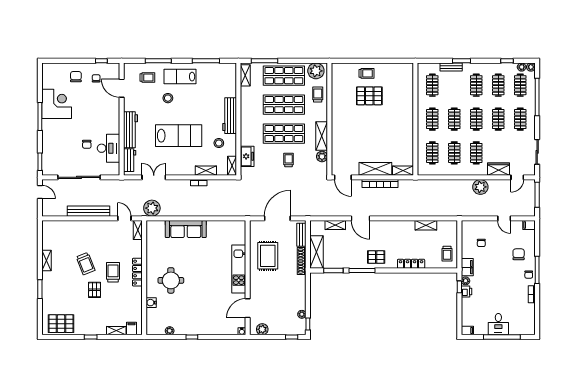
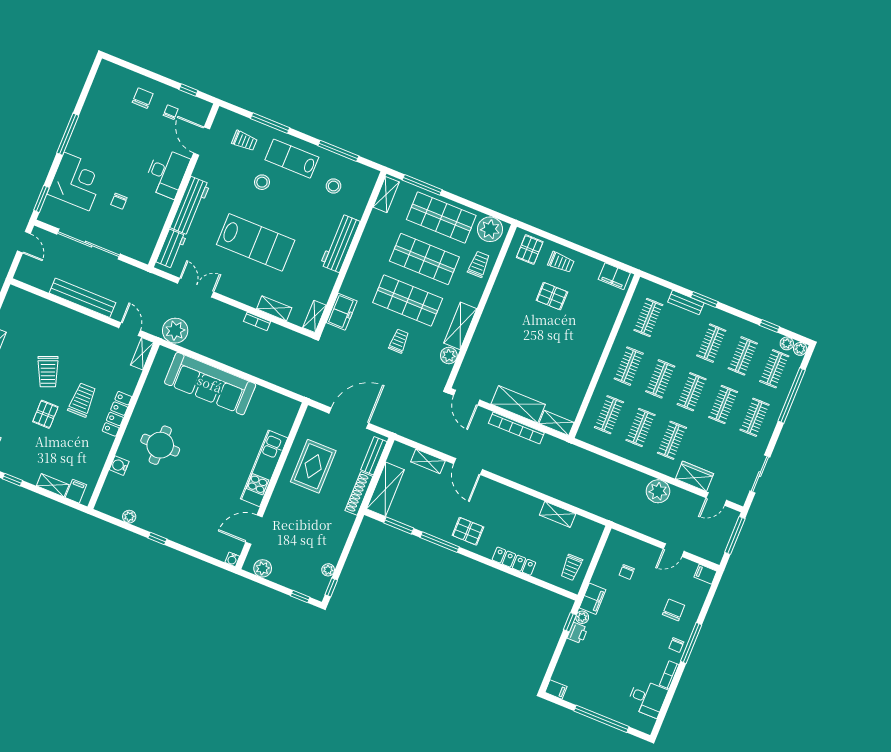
filing cabinet: (402, 69) -> (614, 276), added
pallet: (345, 73) -> (530, 250), added
pallet: (369, 96) -> (552, 296), width x0.67, depth x0.71
corner desk: (57, 104) -> (77, 181), moved
stool: (219, 143) -> (333, 186), moved
desk: (108, 148) -> (167, 173), moved
door: (504, 218) -> (674, 550), hinge flipped
sofa: (186, 229) -> (210, 384), width x1.36, depth x1.27
desk: (498, 324) -> (647, 698), moved, turned -90

